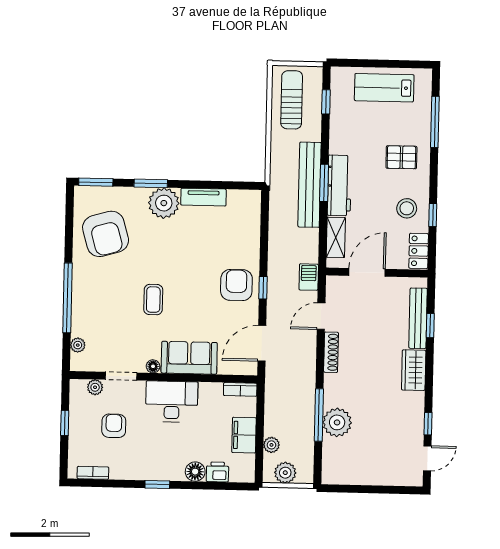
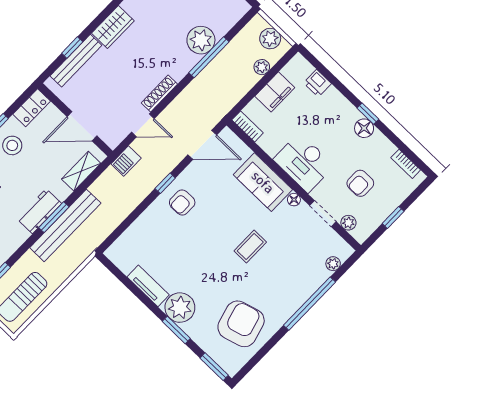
workbench: (339, 185) -> (39, 211), width x0.73
armchair: (236, 285) -> (182, 203), width x0.72, depth x0.72
floor lamp: (195, 472) -> (364, 128), moved

